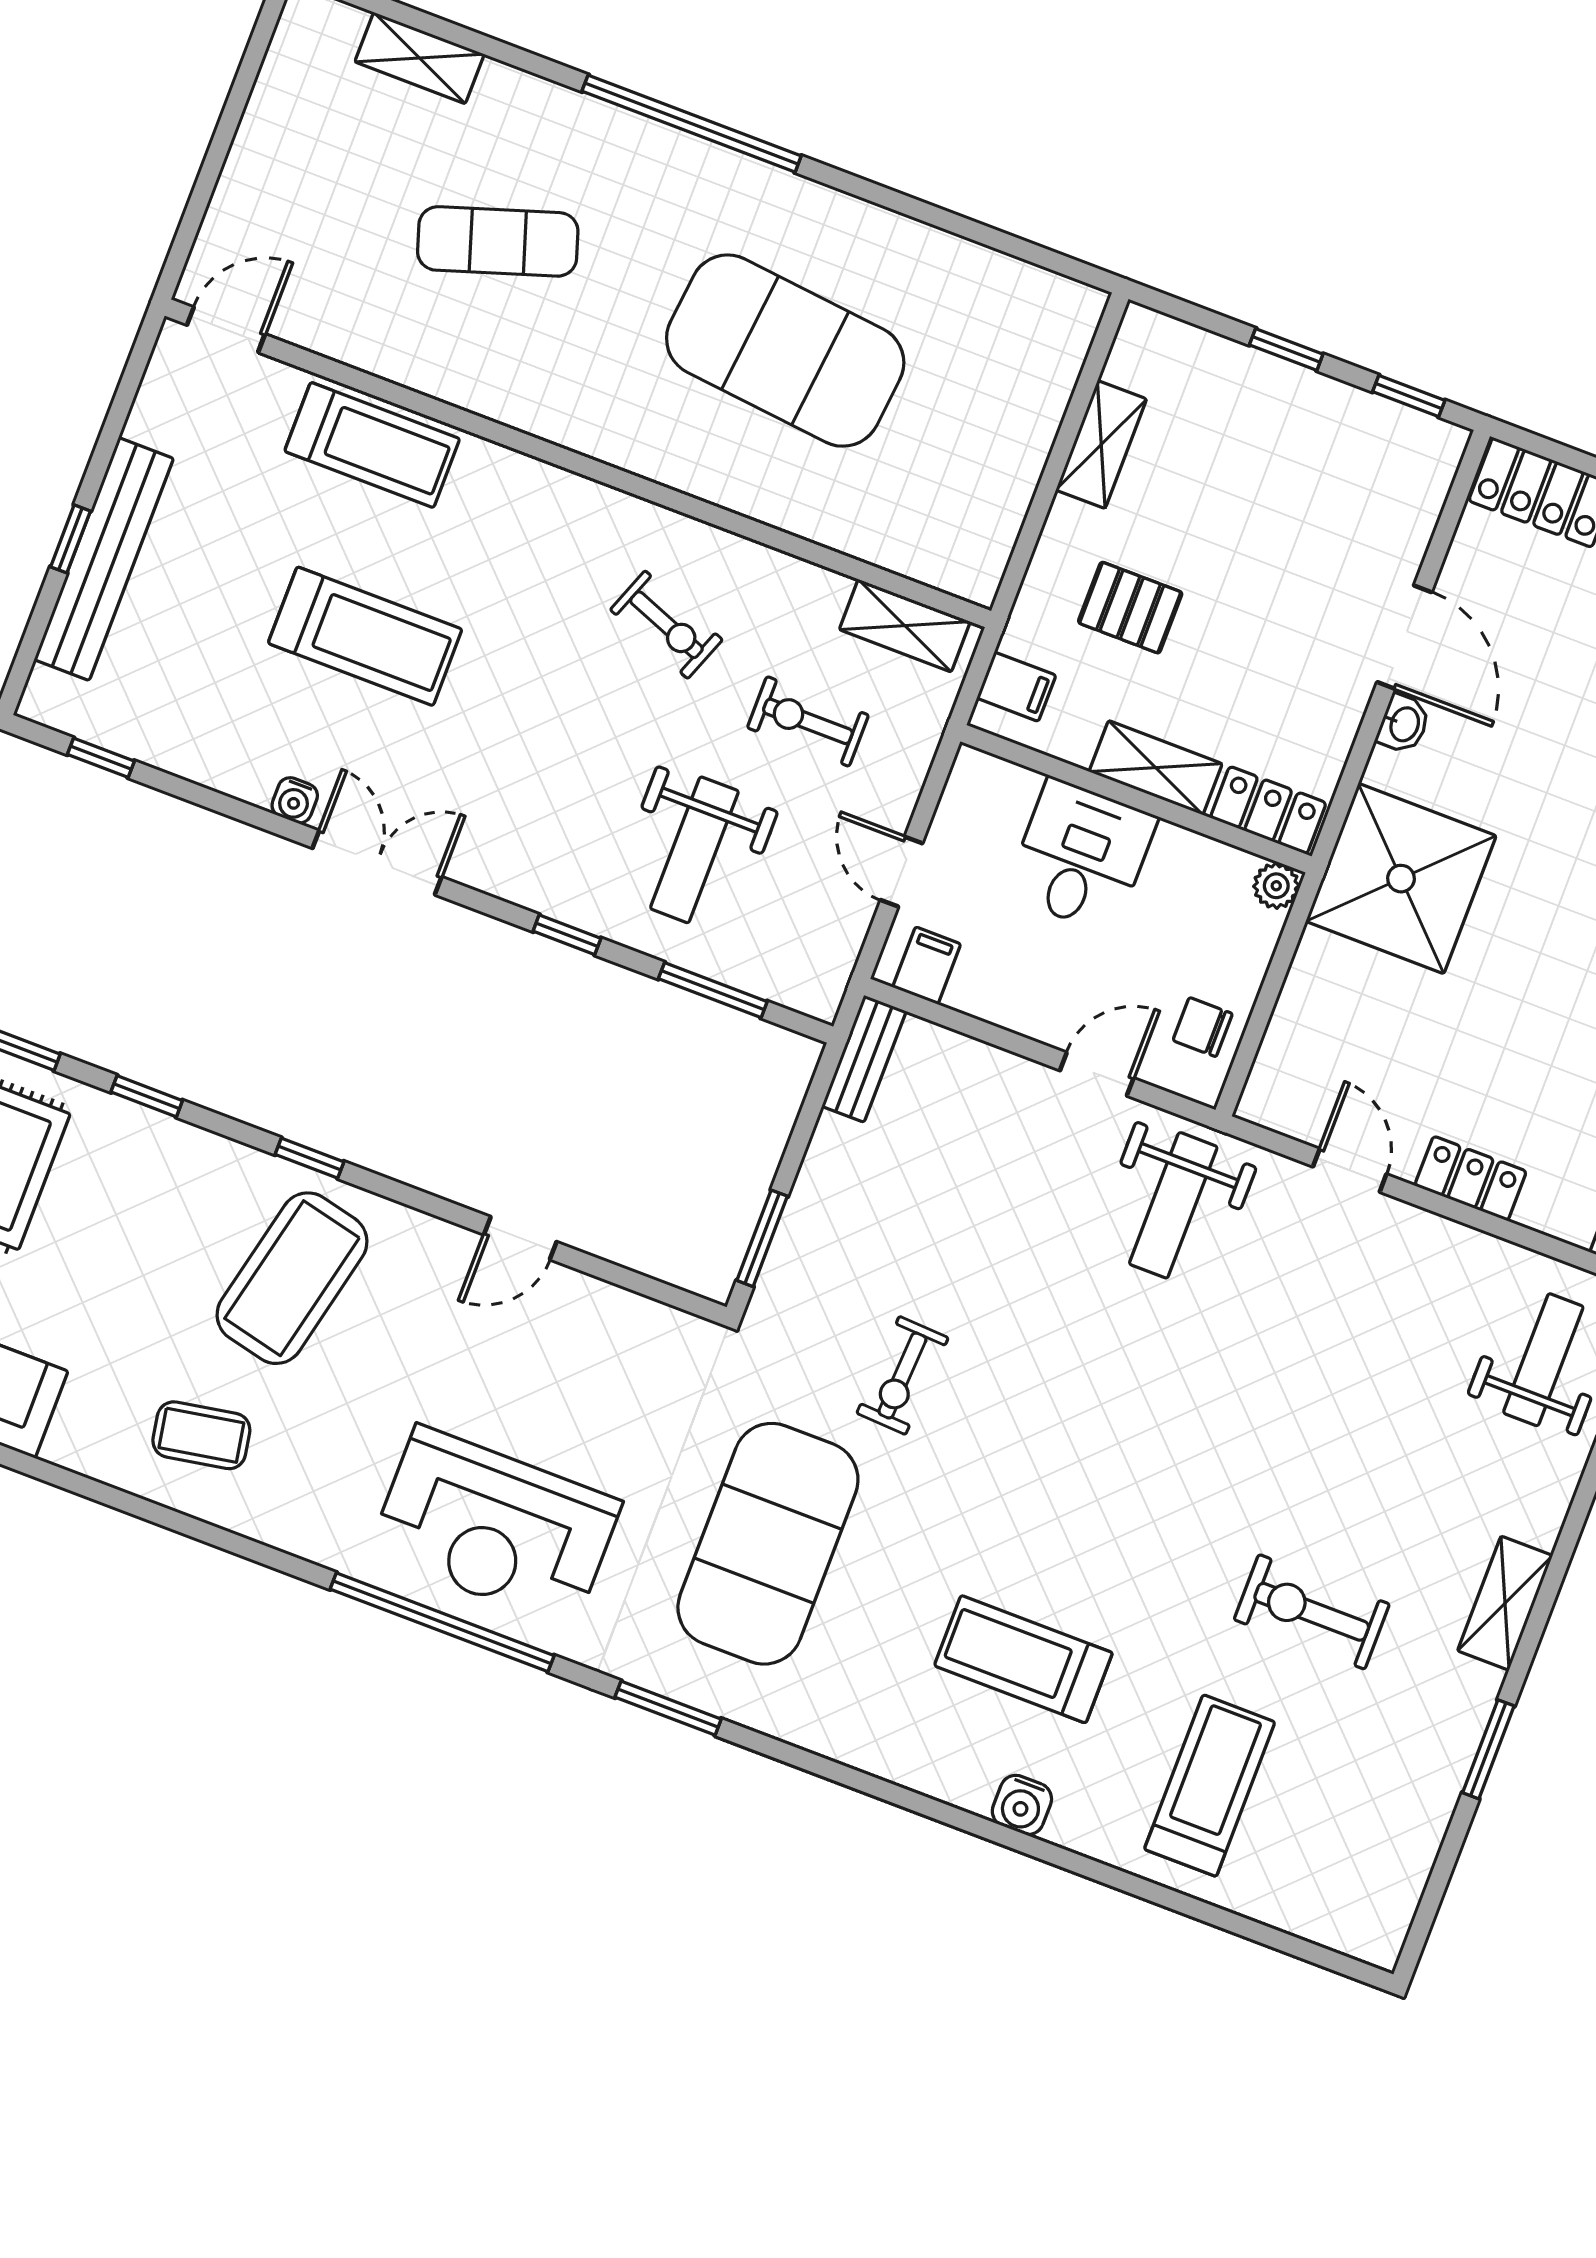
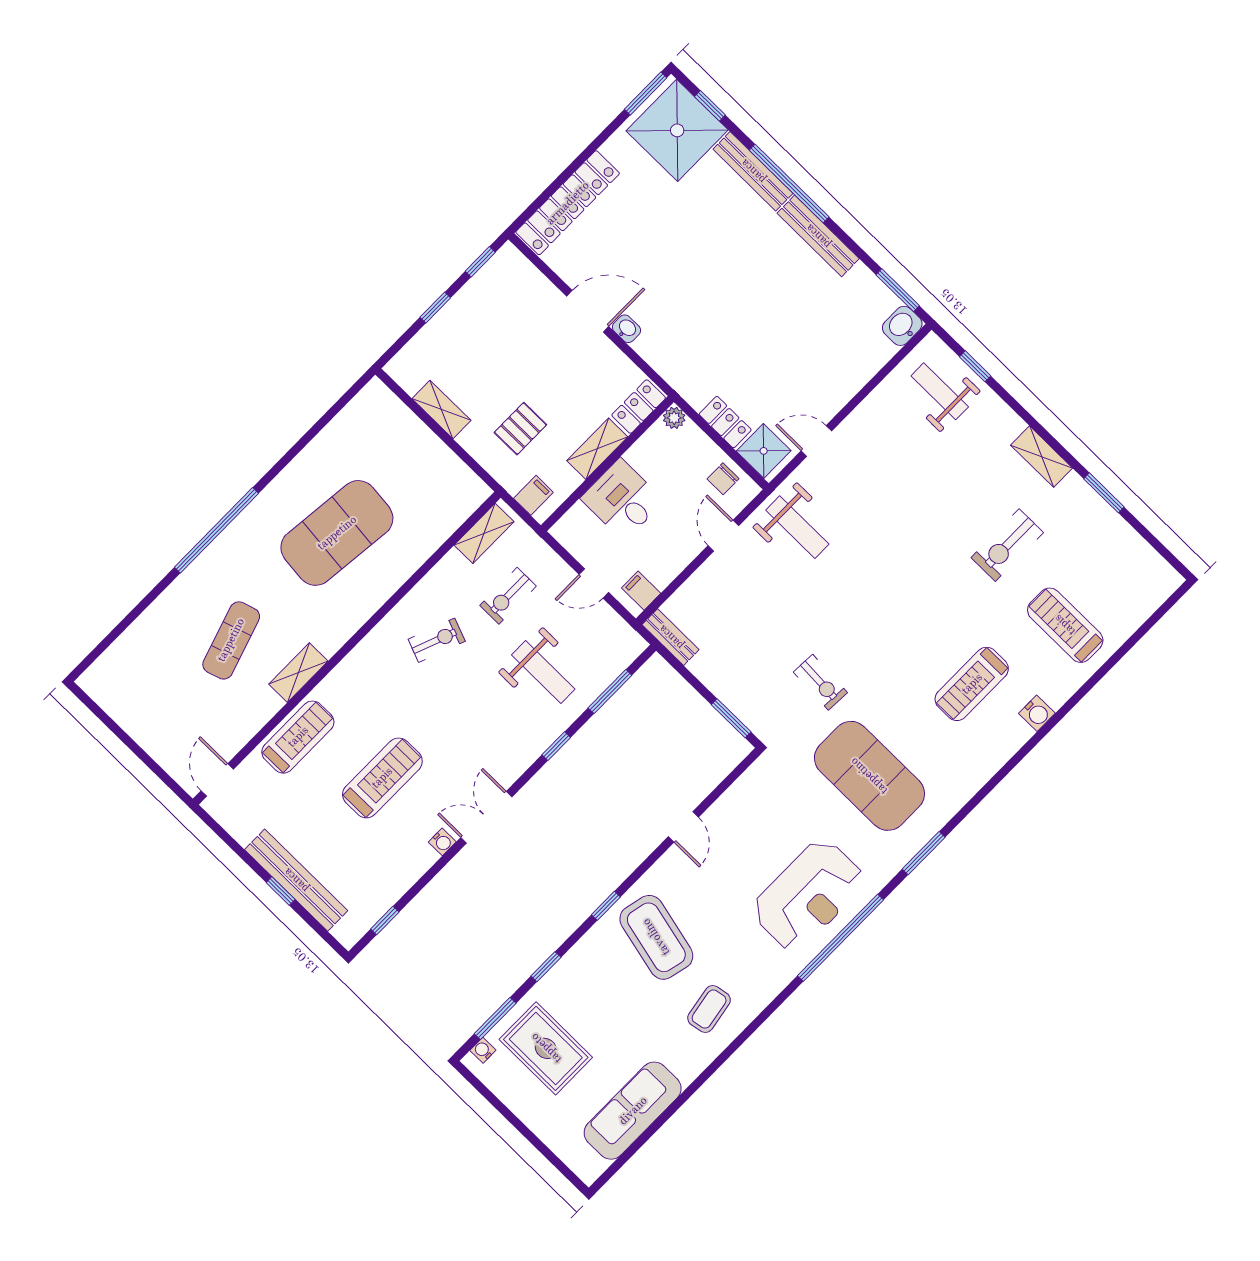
shelving: (419, 58) -> (298, 673), moved
shower: (1401, 879) -> (764, 451), moved, width x0.54, depth x0.54
locker: (1471, 1178) -> (725, 422), moved, turned 90

